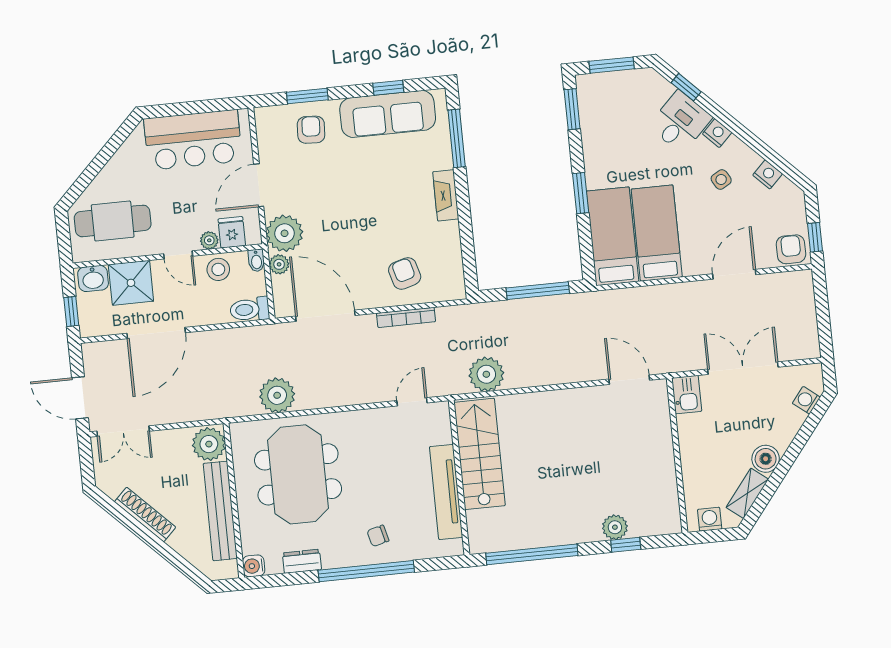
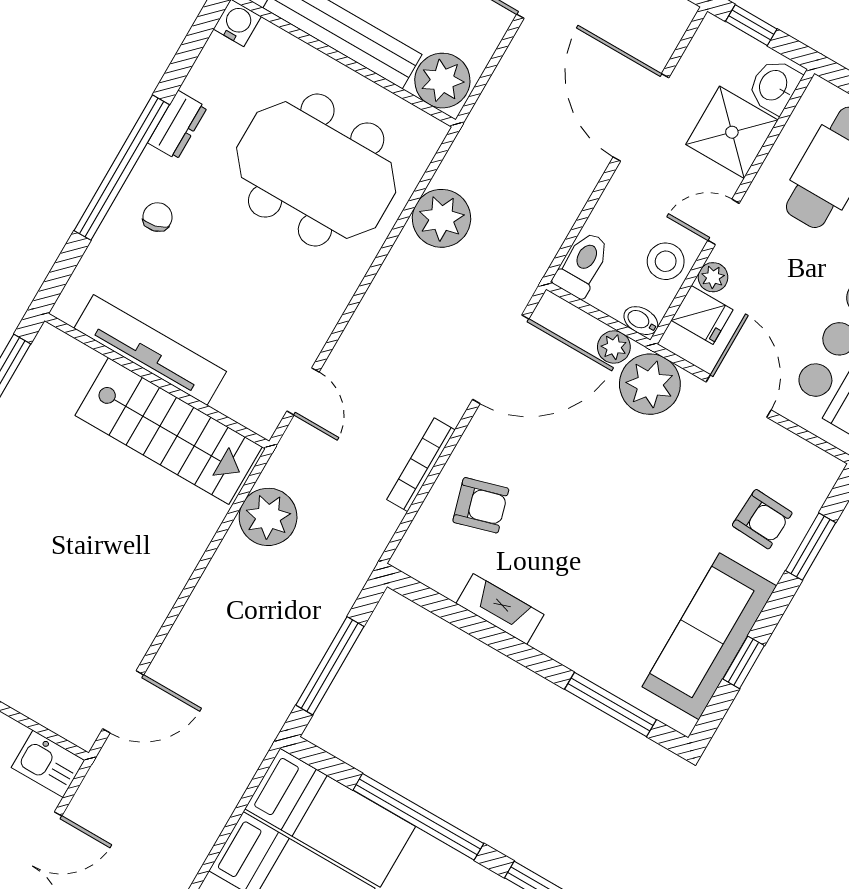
window: (581, 193) -> (418, 817), width x2.11
fireplace: (446, 195) -> (500, 609), moved
dresser: (302, 561) -> (177, 125), moved

